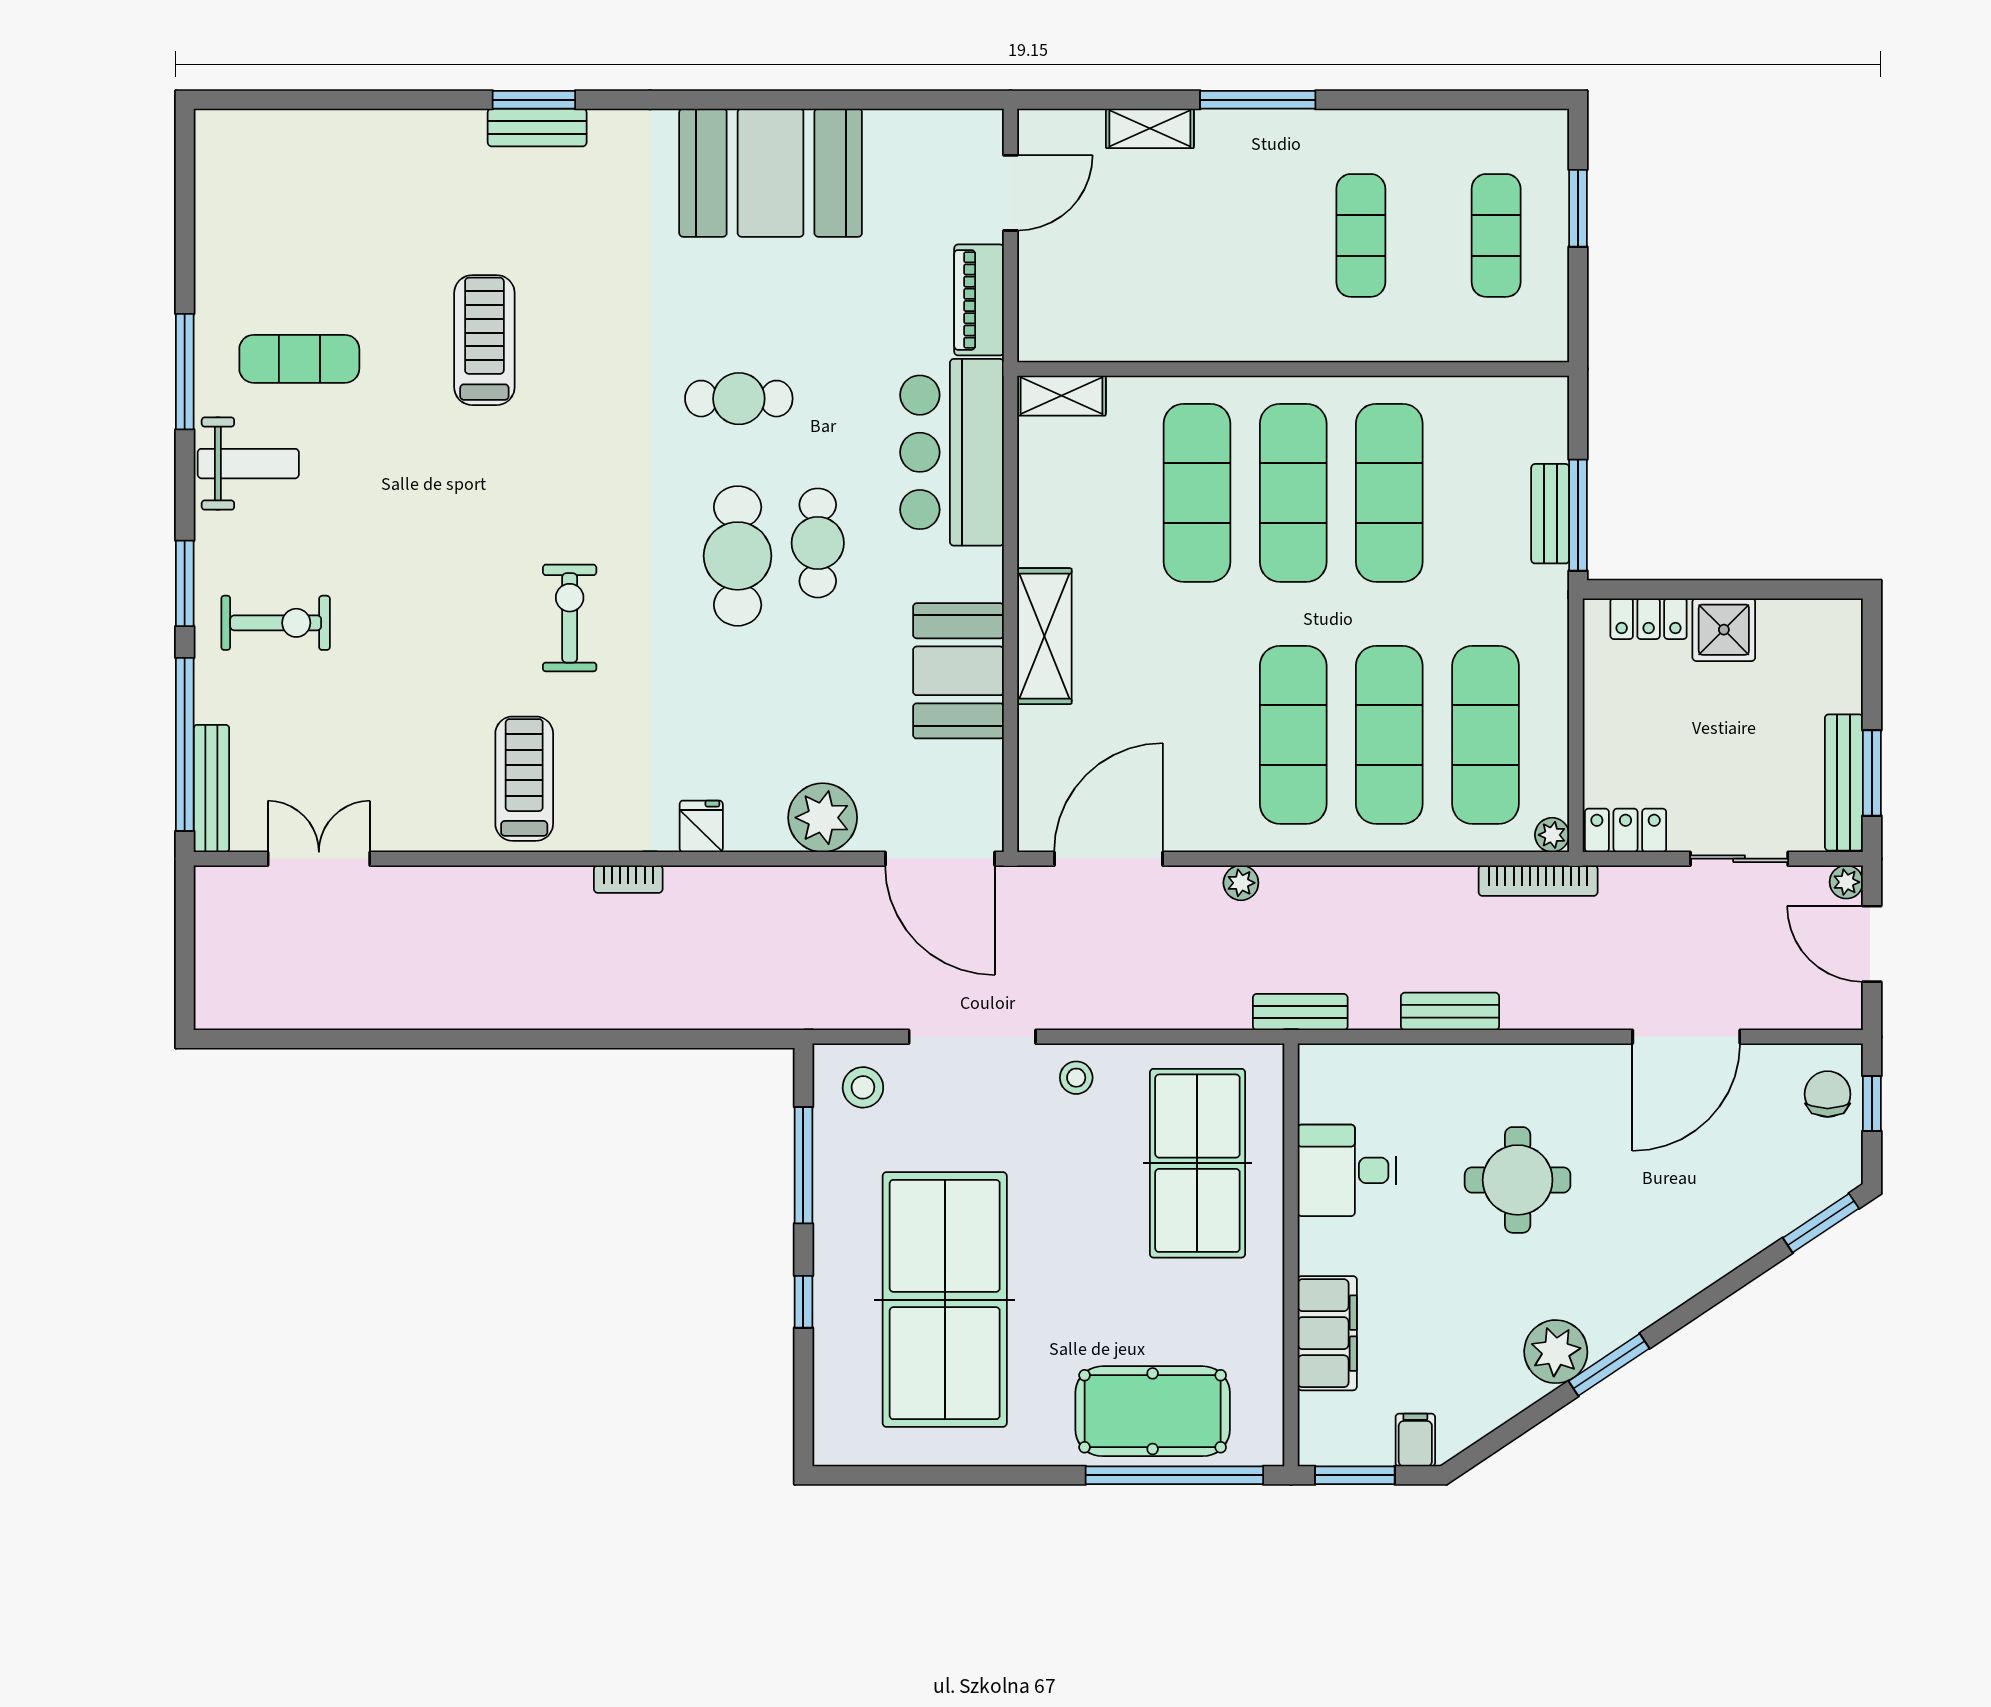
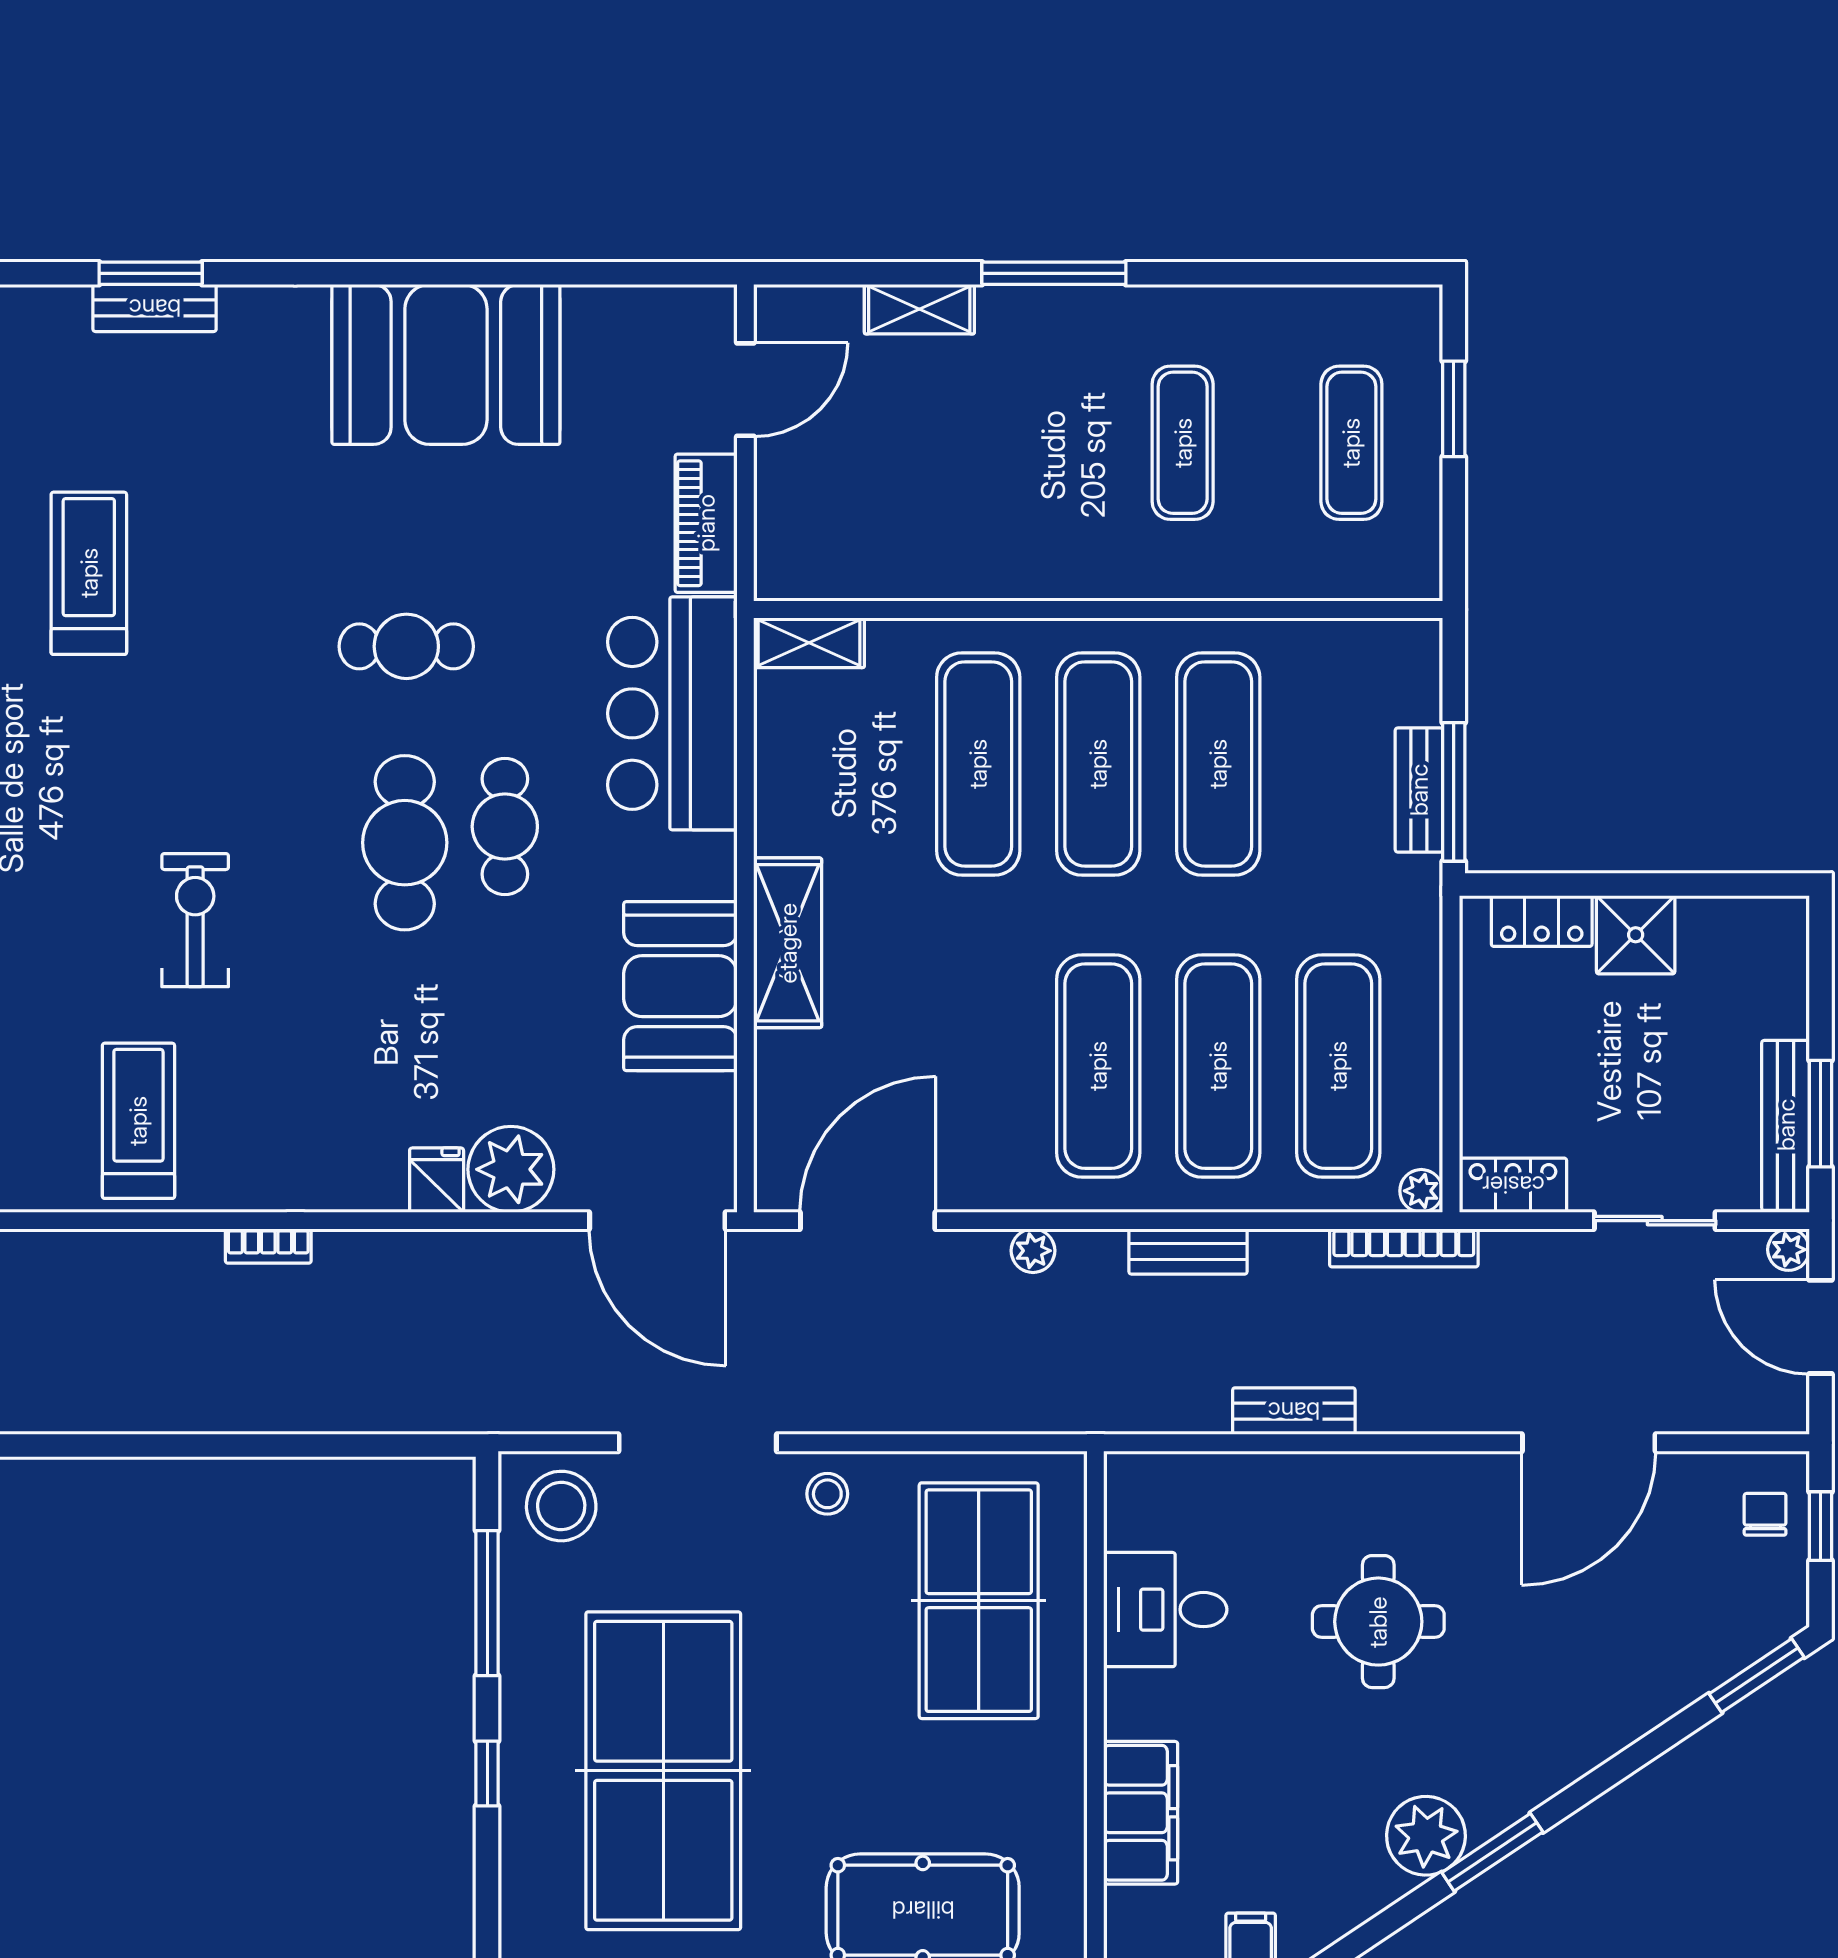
fridge: (701, 826) -> (437, 1180), moved
bench: (1300, 1012) -> (1188, 1251), moved
stool: (863, 1087) -> (561, 1506), width x1.38, depth x1.38
chair: (1828, 1094) -> (1765, 1514), width x0.73, depth x0.73

